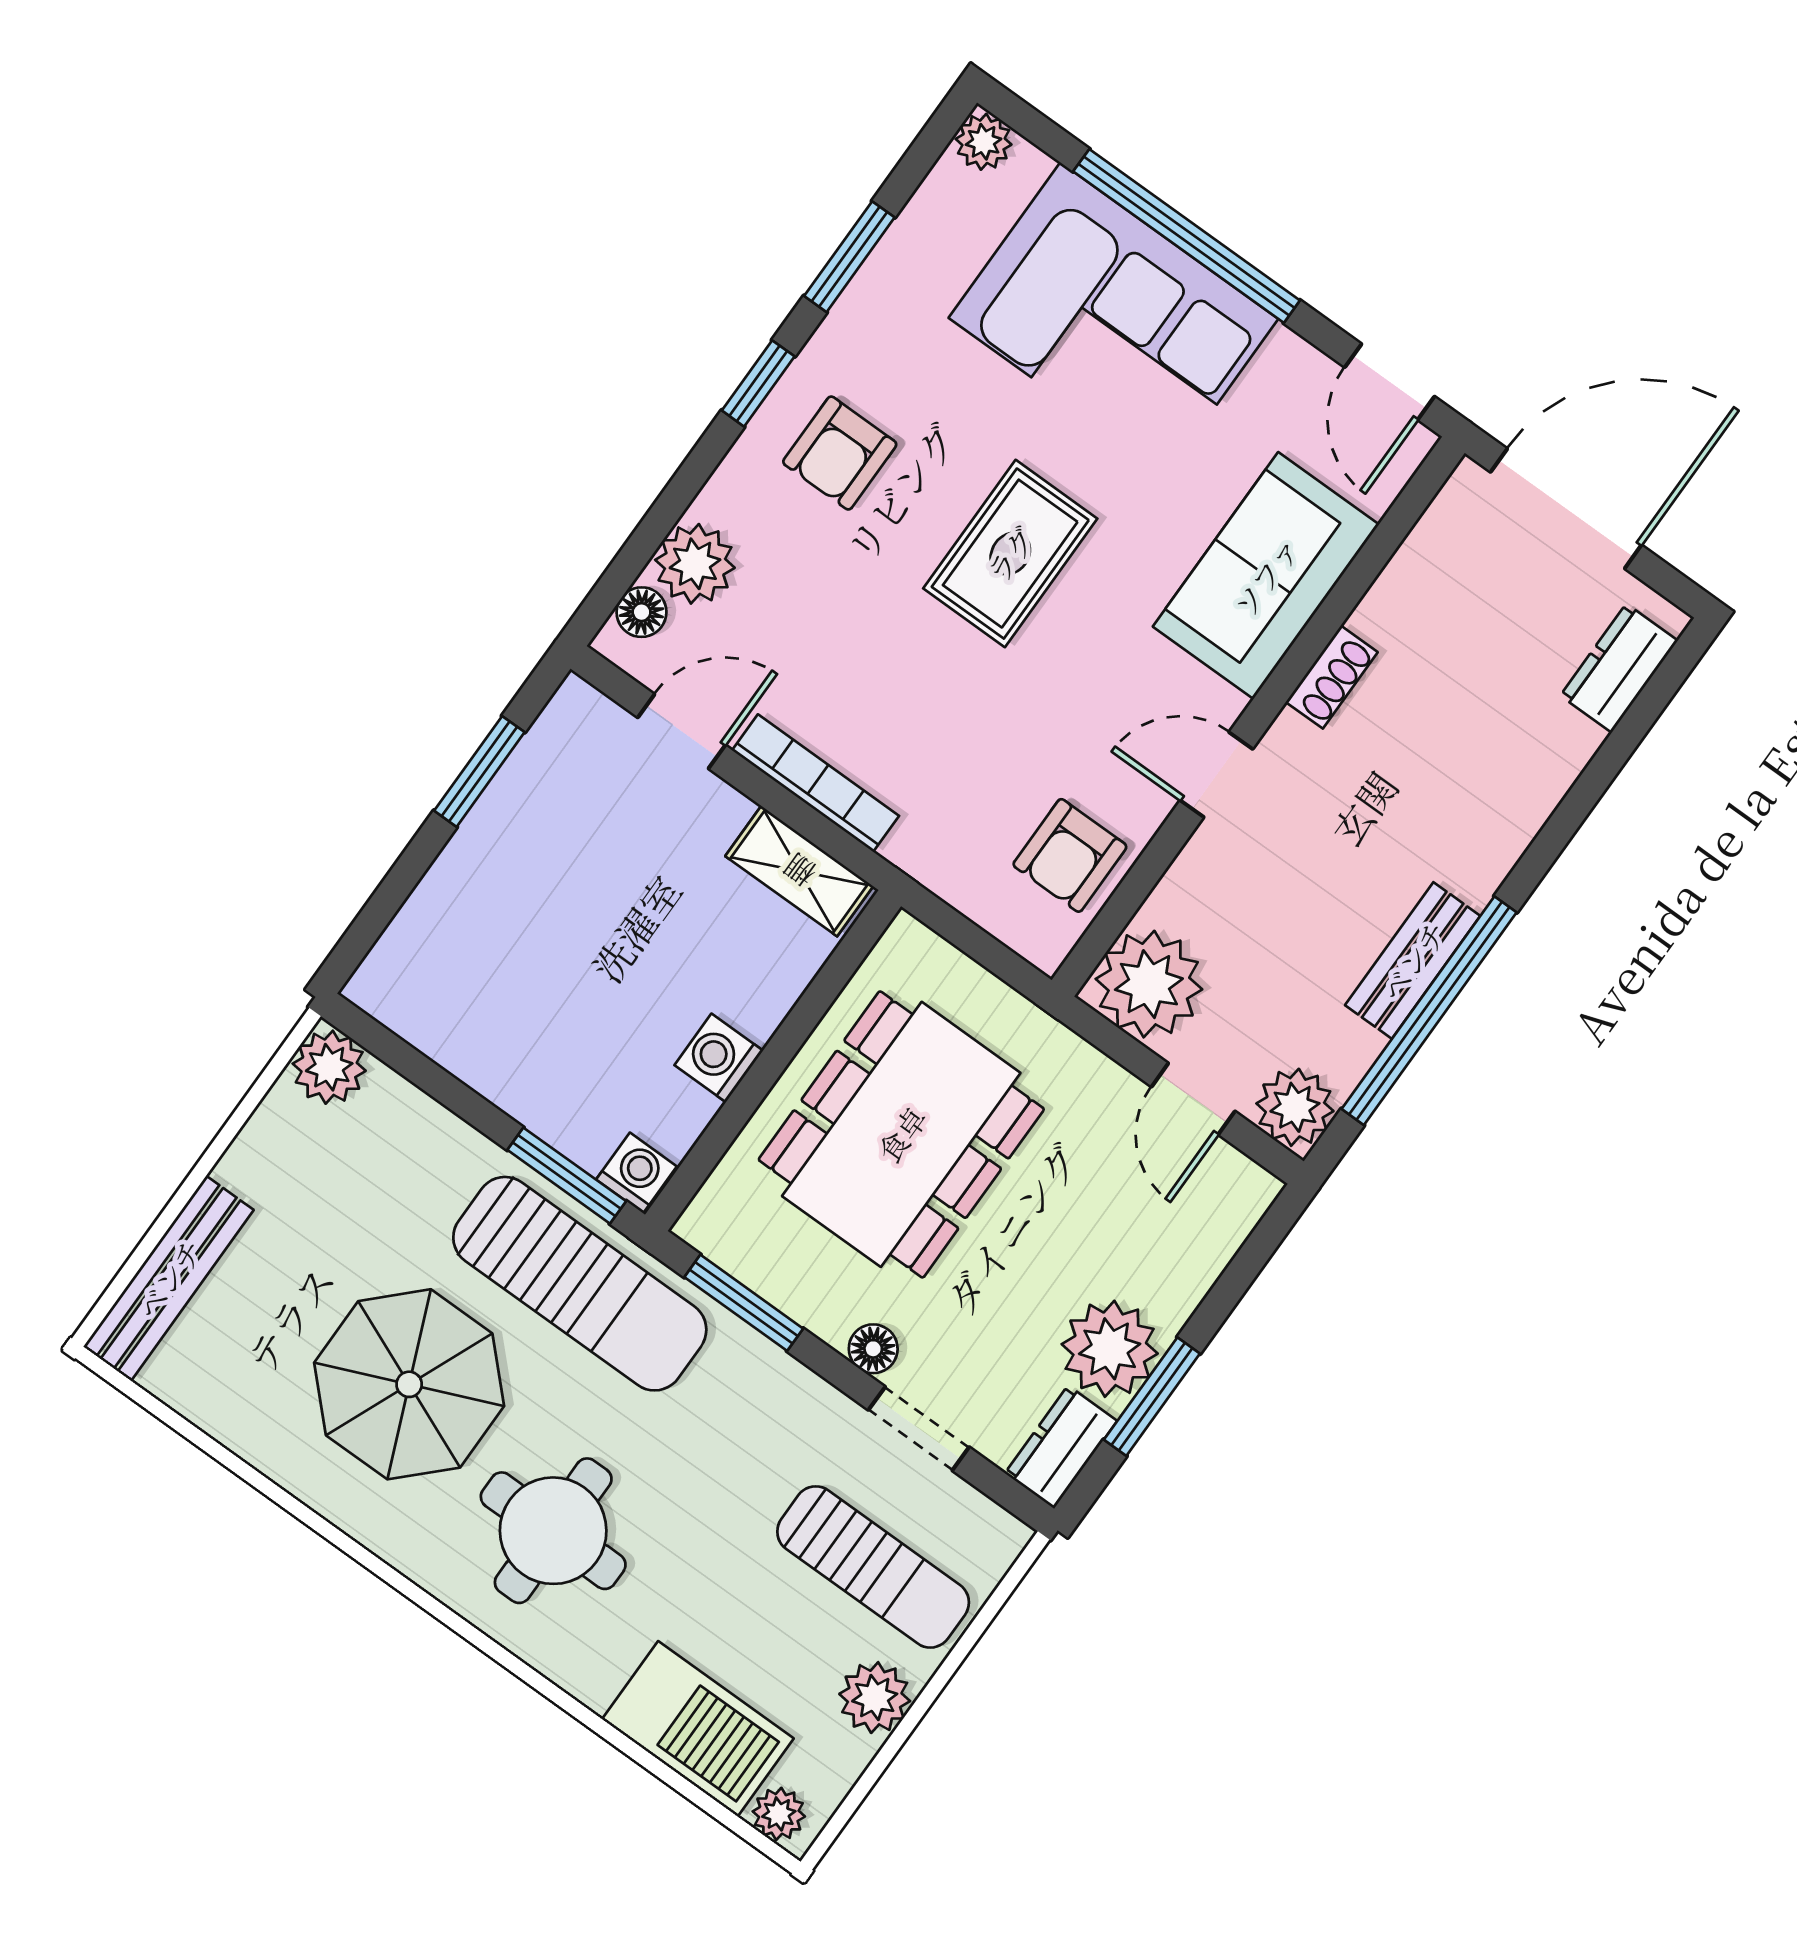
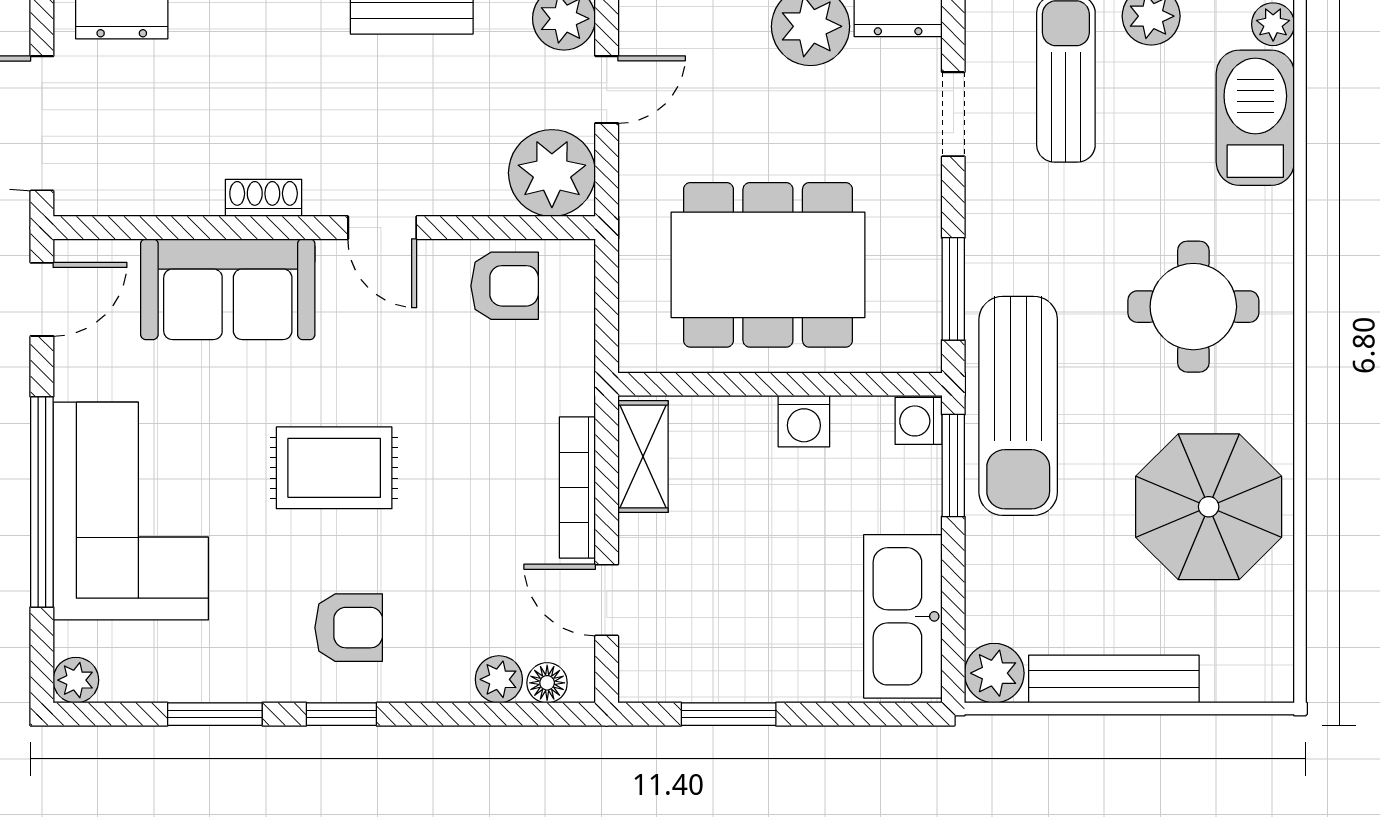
plant: (695, 564) -> (499, 679), width x0.73, depth x0.73
kitchen sink: (452, 1017) -> (903, 616), added
bench: (169, 1278) -> (1114, 679), moved
sun lounger: (580, 1284) -> (1018, 406), turned 180
floor lamp: (873, 1349) -> (922, 182), removed
parasol: (409, 1384) -> (1209, 507), moved

